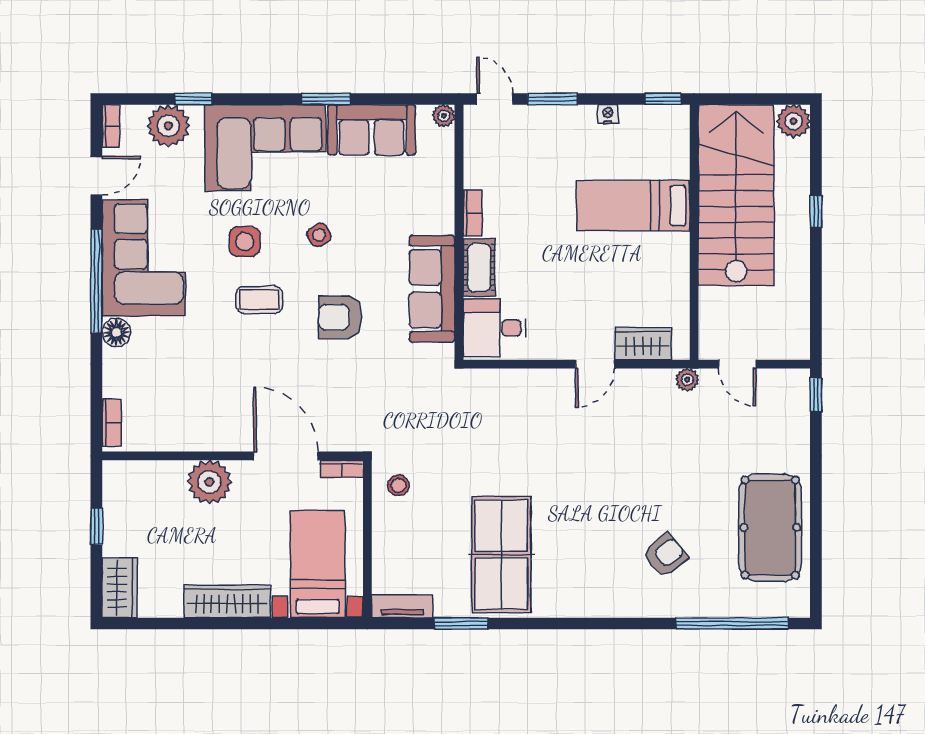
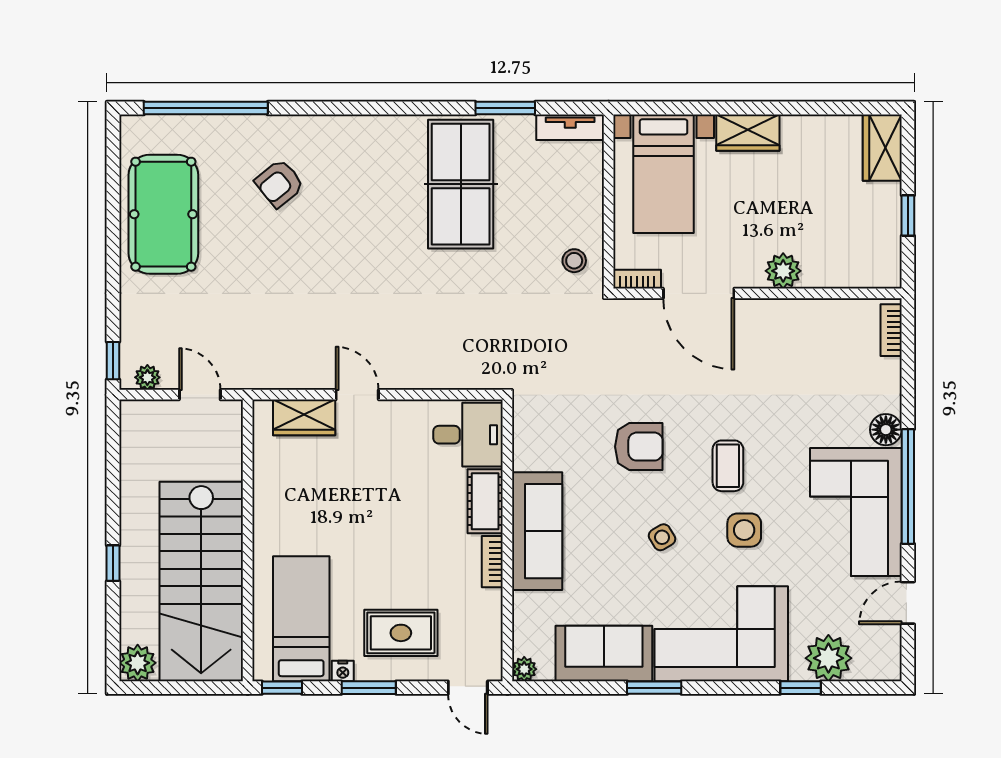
window: (552, 99) -> (369, 688), moved
bookcase: (111, 126) -> (892, 658), removed
rug: (555, 148) -> (401, 633), added
bed: (633, 206) -> (301, 619), moved, turned -90
sofa: (432, 289) -> (537, 531), moved
coffee table: (259, 300) -> (728, 466), turned 90
door: (595, 364) -> (357, 395), hinge flipped
plant: (687, 380) -> (147, 377), moved
plant: (209, 482) -> (783, 271), width x0.73, depth x0.73
wardrobe: (227, 601) -> (748, 133), width x0.67

